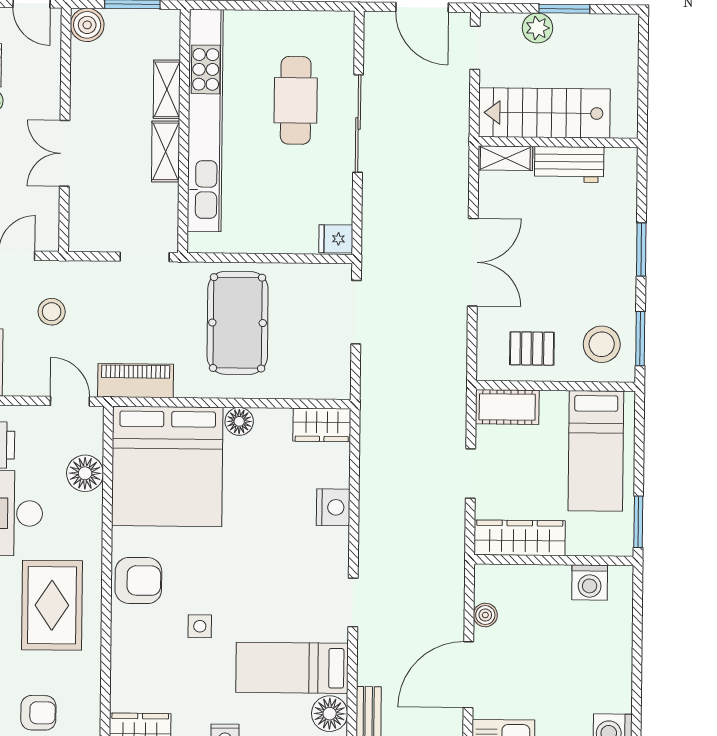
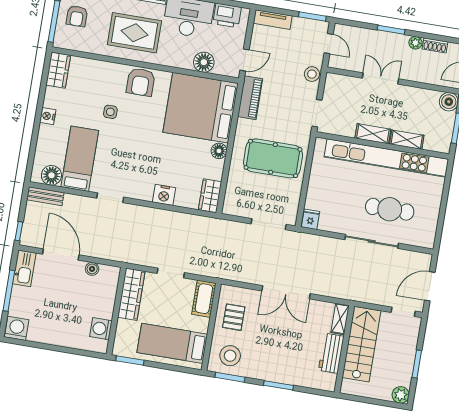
plant: (537, 28) -> (401, 395), moved
stool: (52, 312) -> (312, 74), moved

